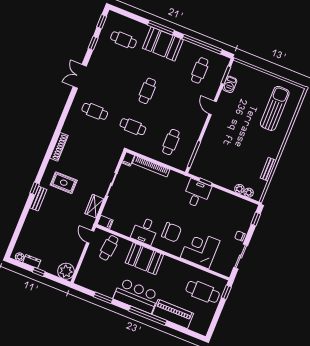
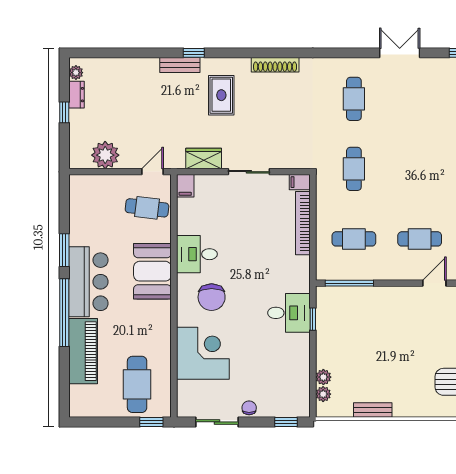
cafe table: (147, 91) -> (420, 239), moved
plant: (66, 271) -> (105, 155), moved
window: (103, 298) -> (64, 250), moved

